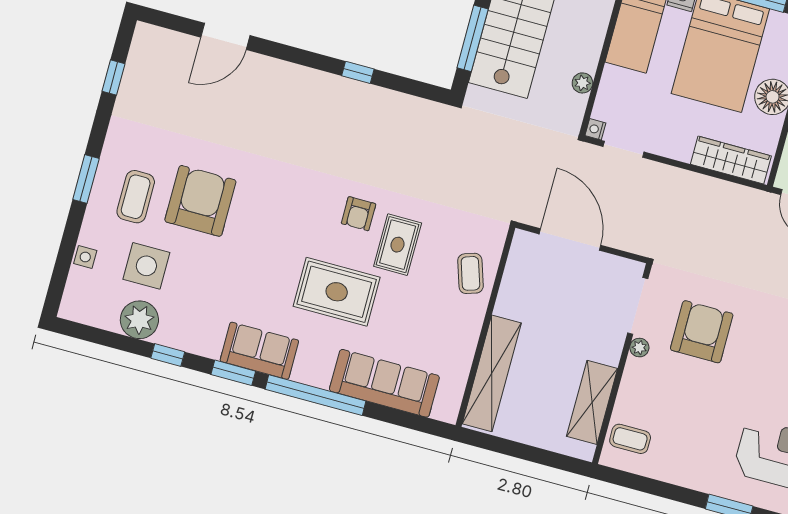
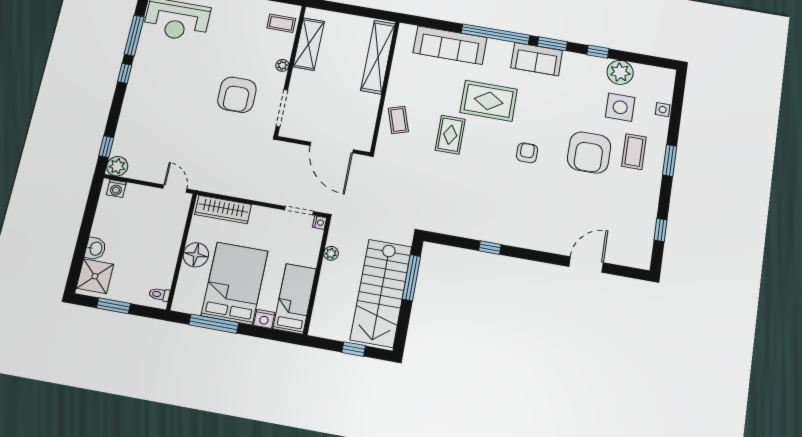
armchair: (359, 214) -> (527, 153), moved
plant: (639, 348) -> (282, 65), moved

